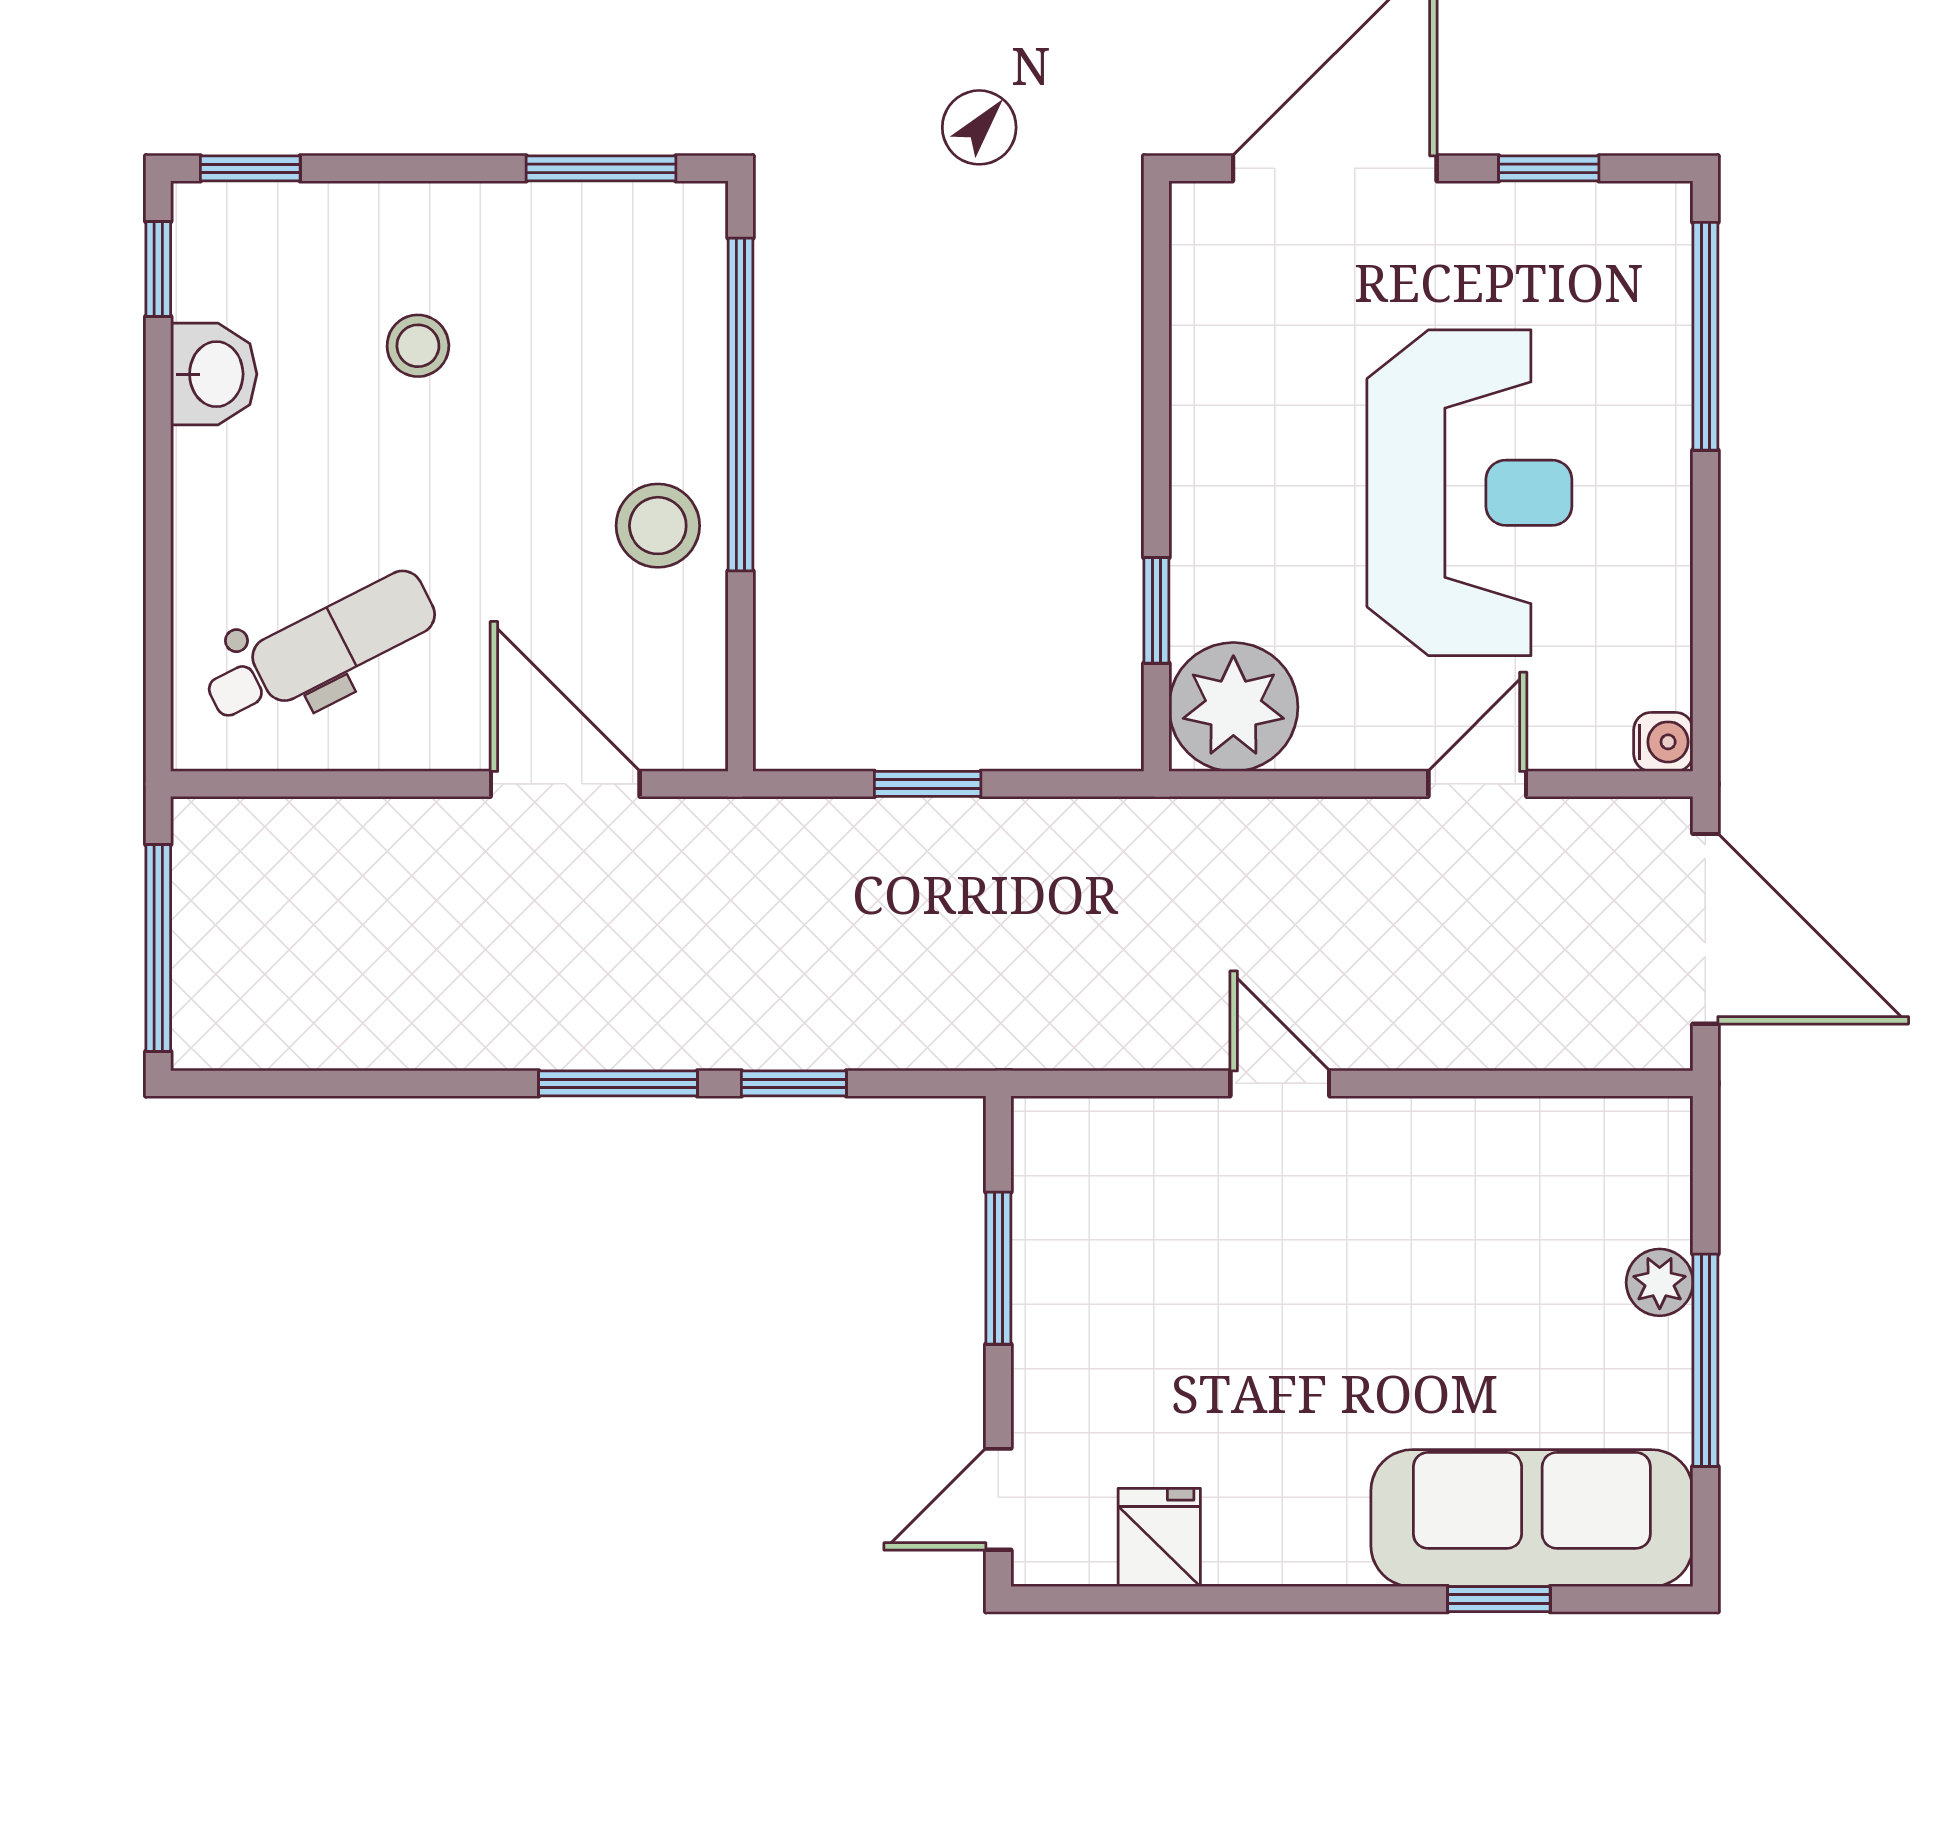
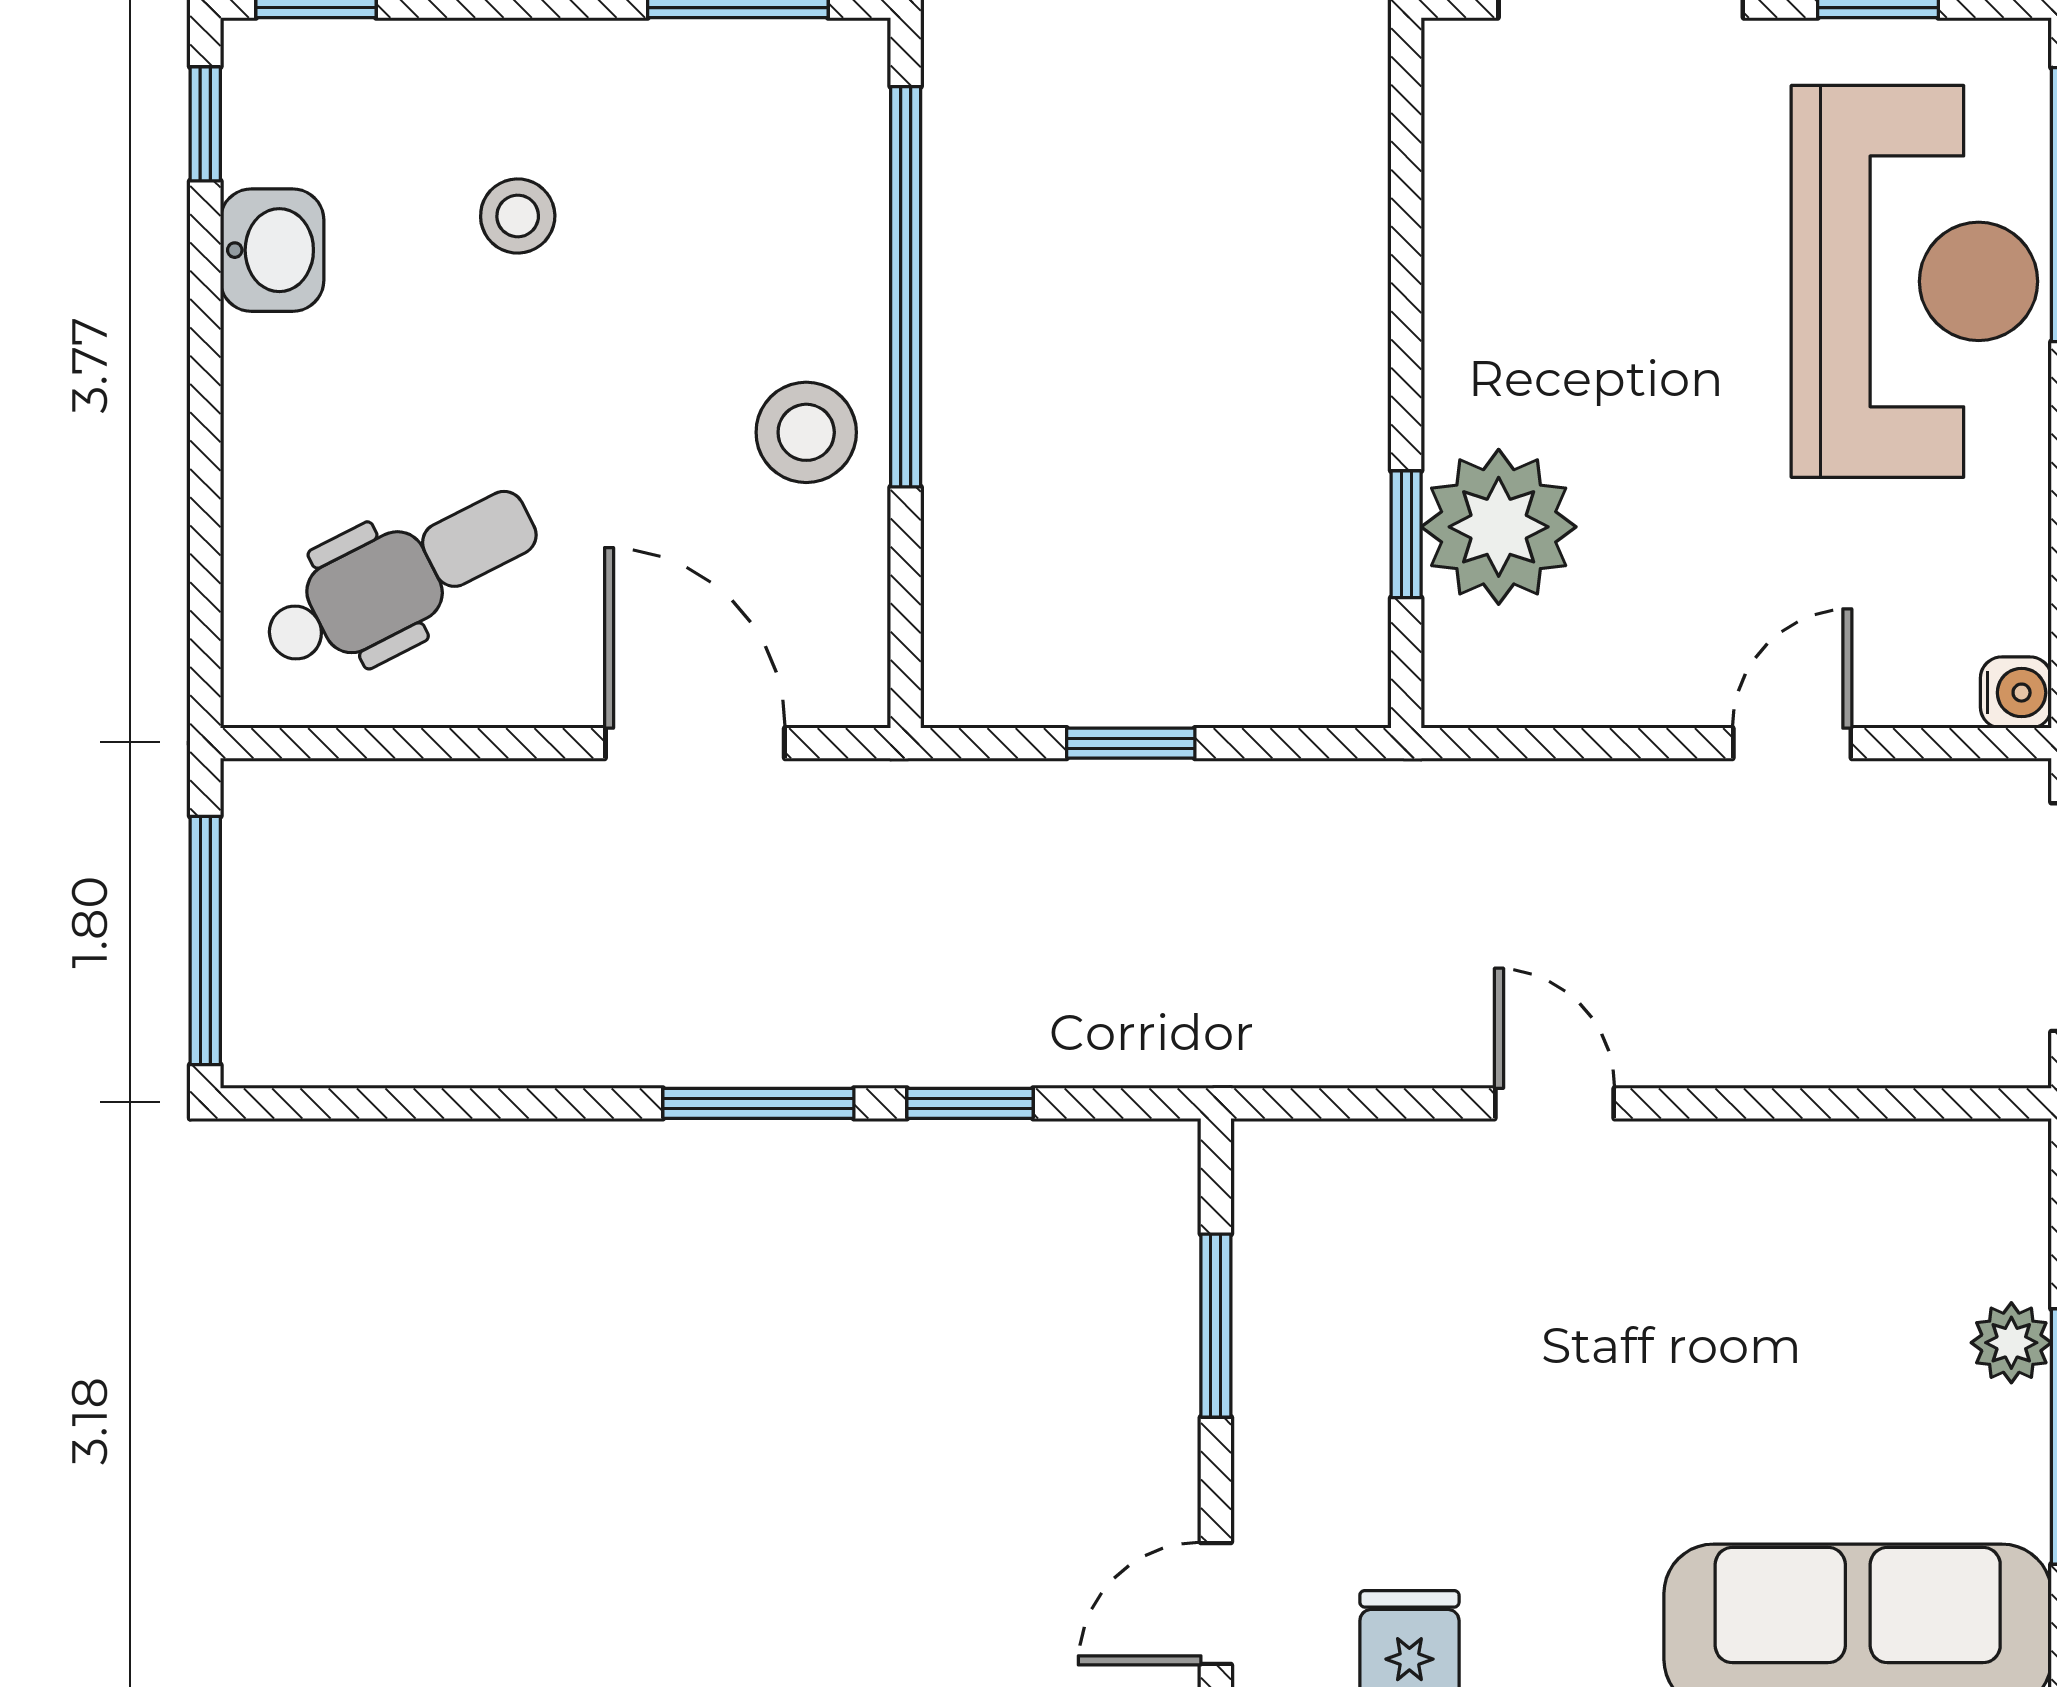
reception desk: (1469, 493) -> (1914, 281), moved
plant: (1233, 707) -> (1499, 527), moved

